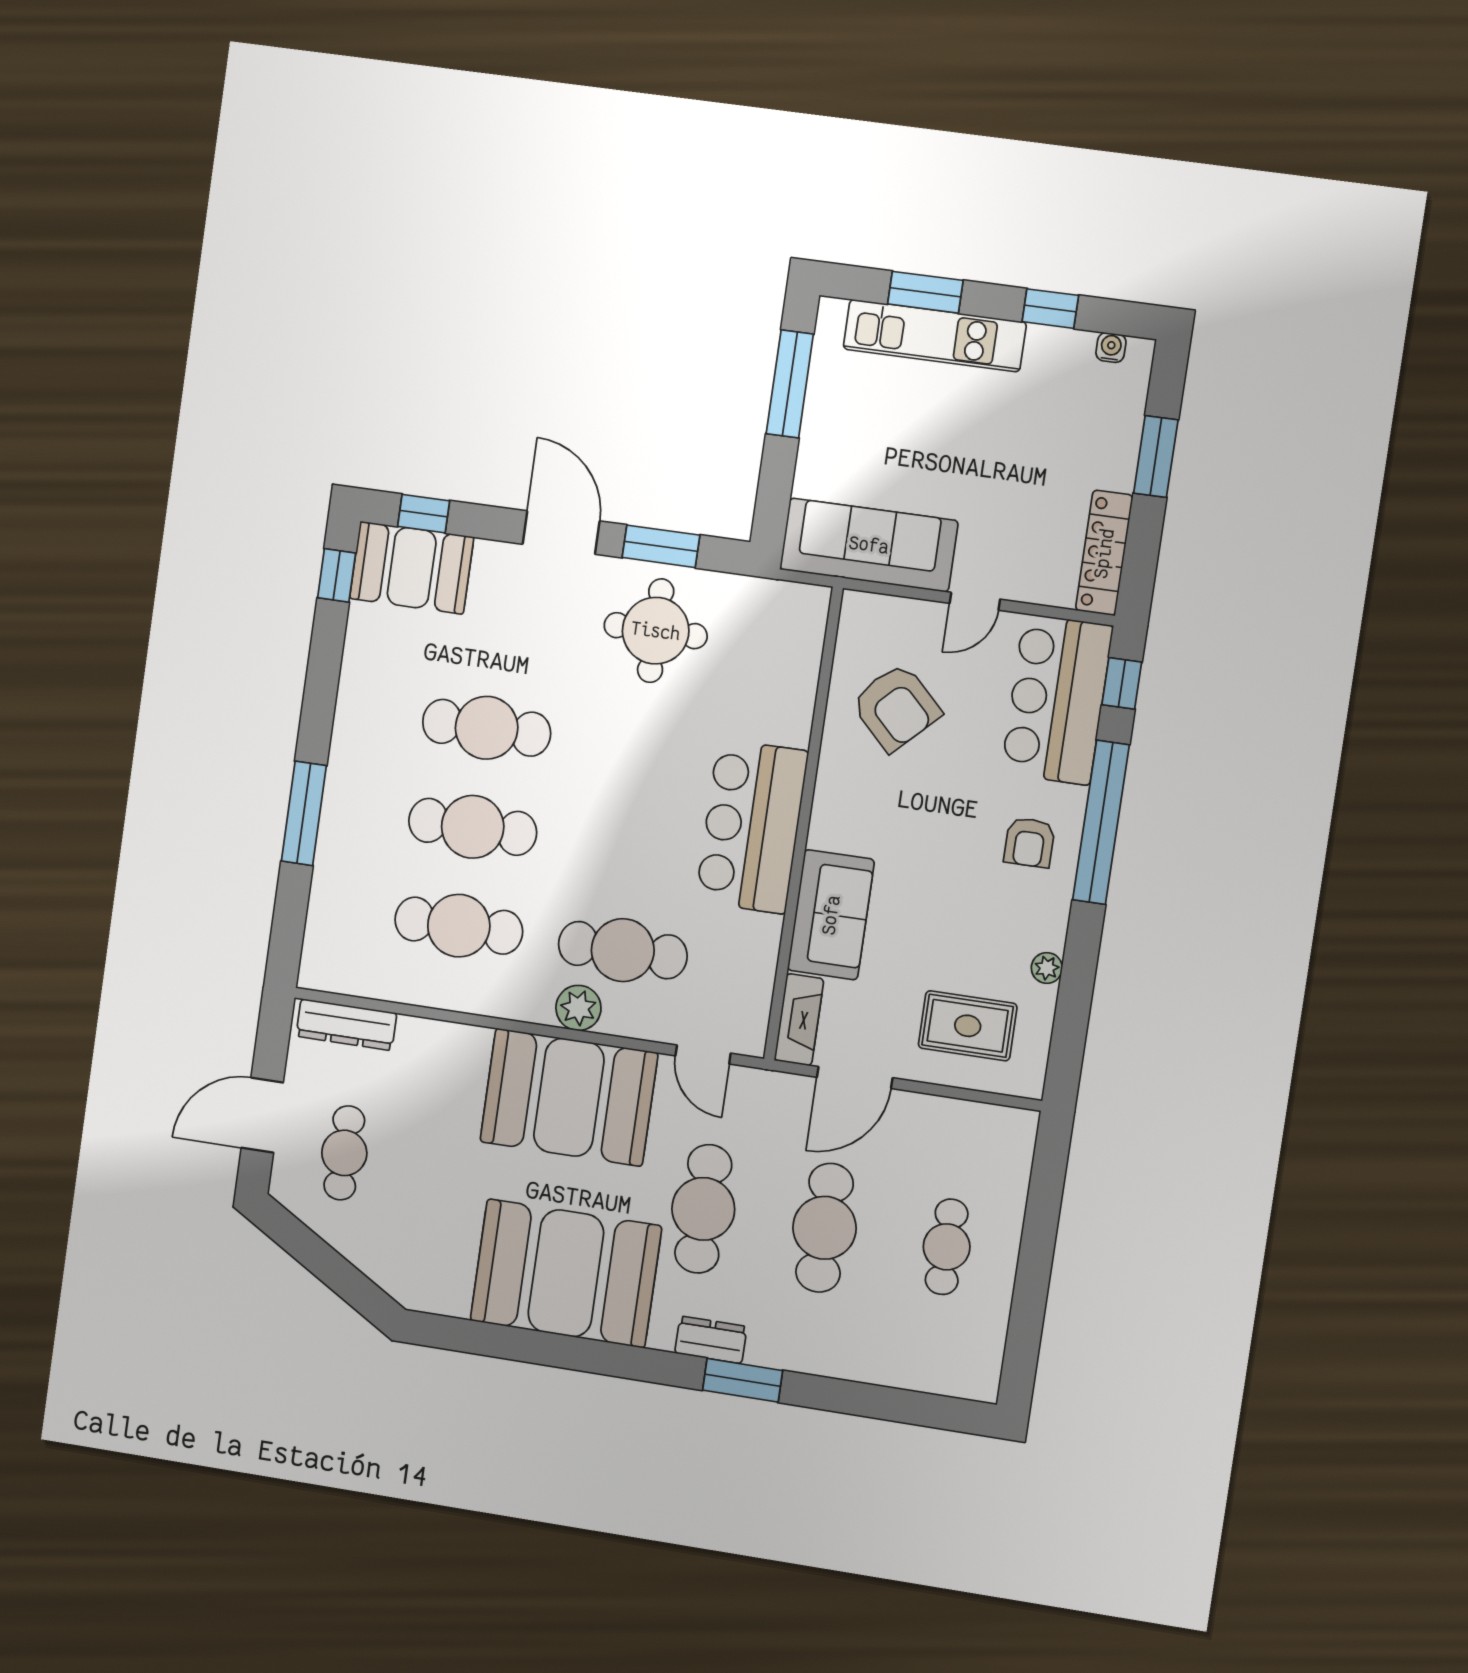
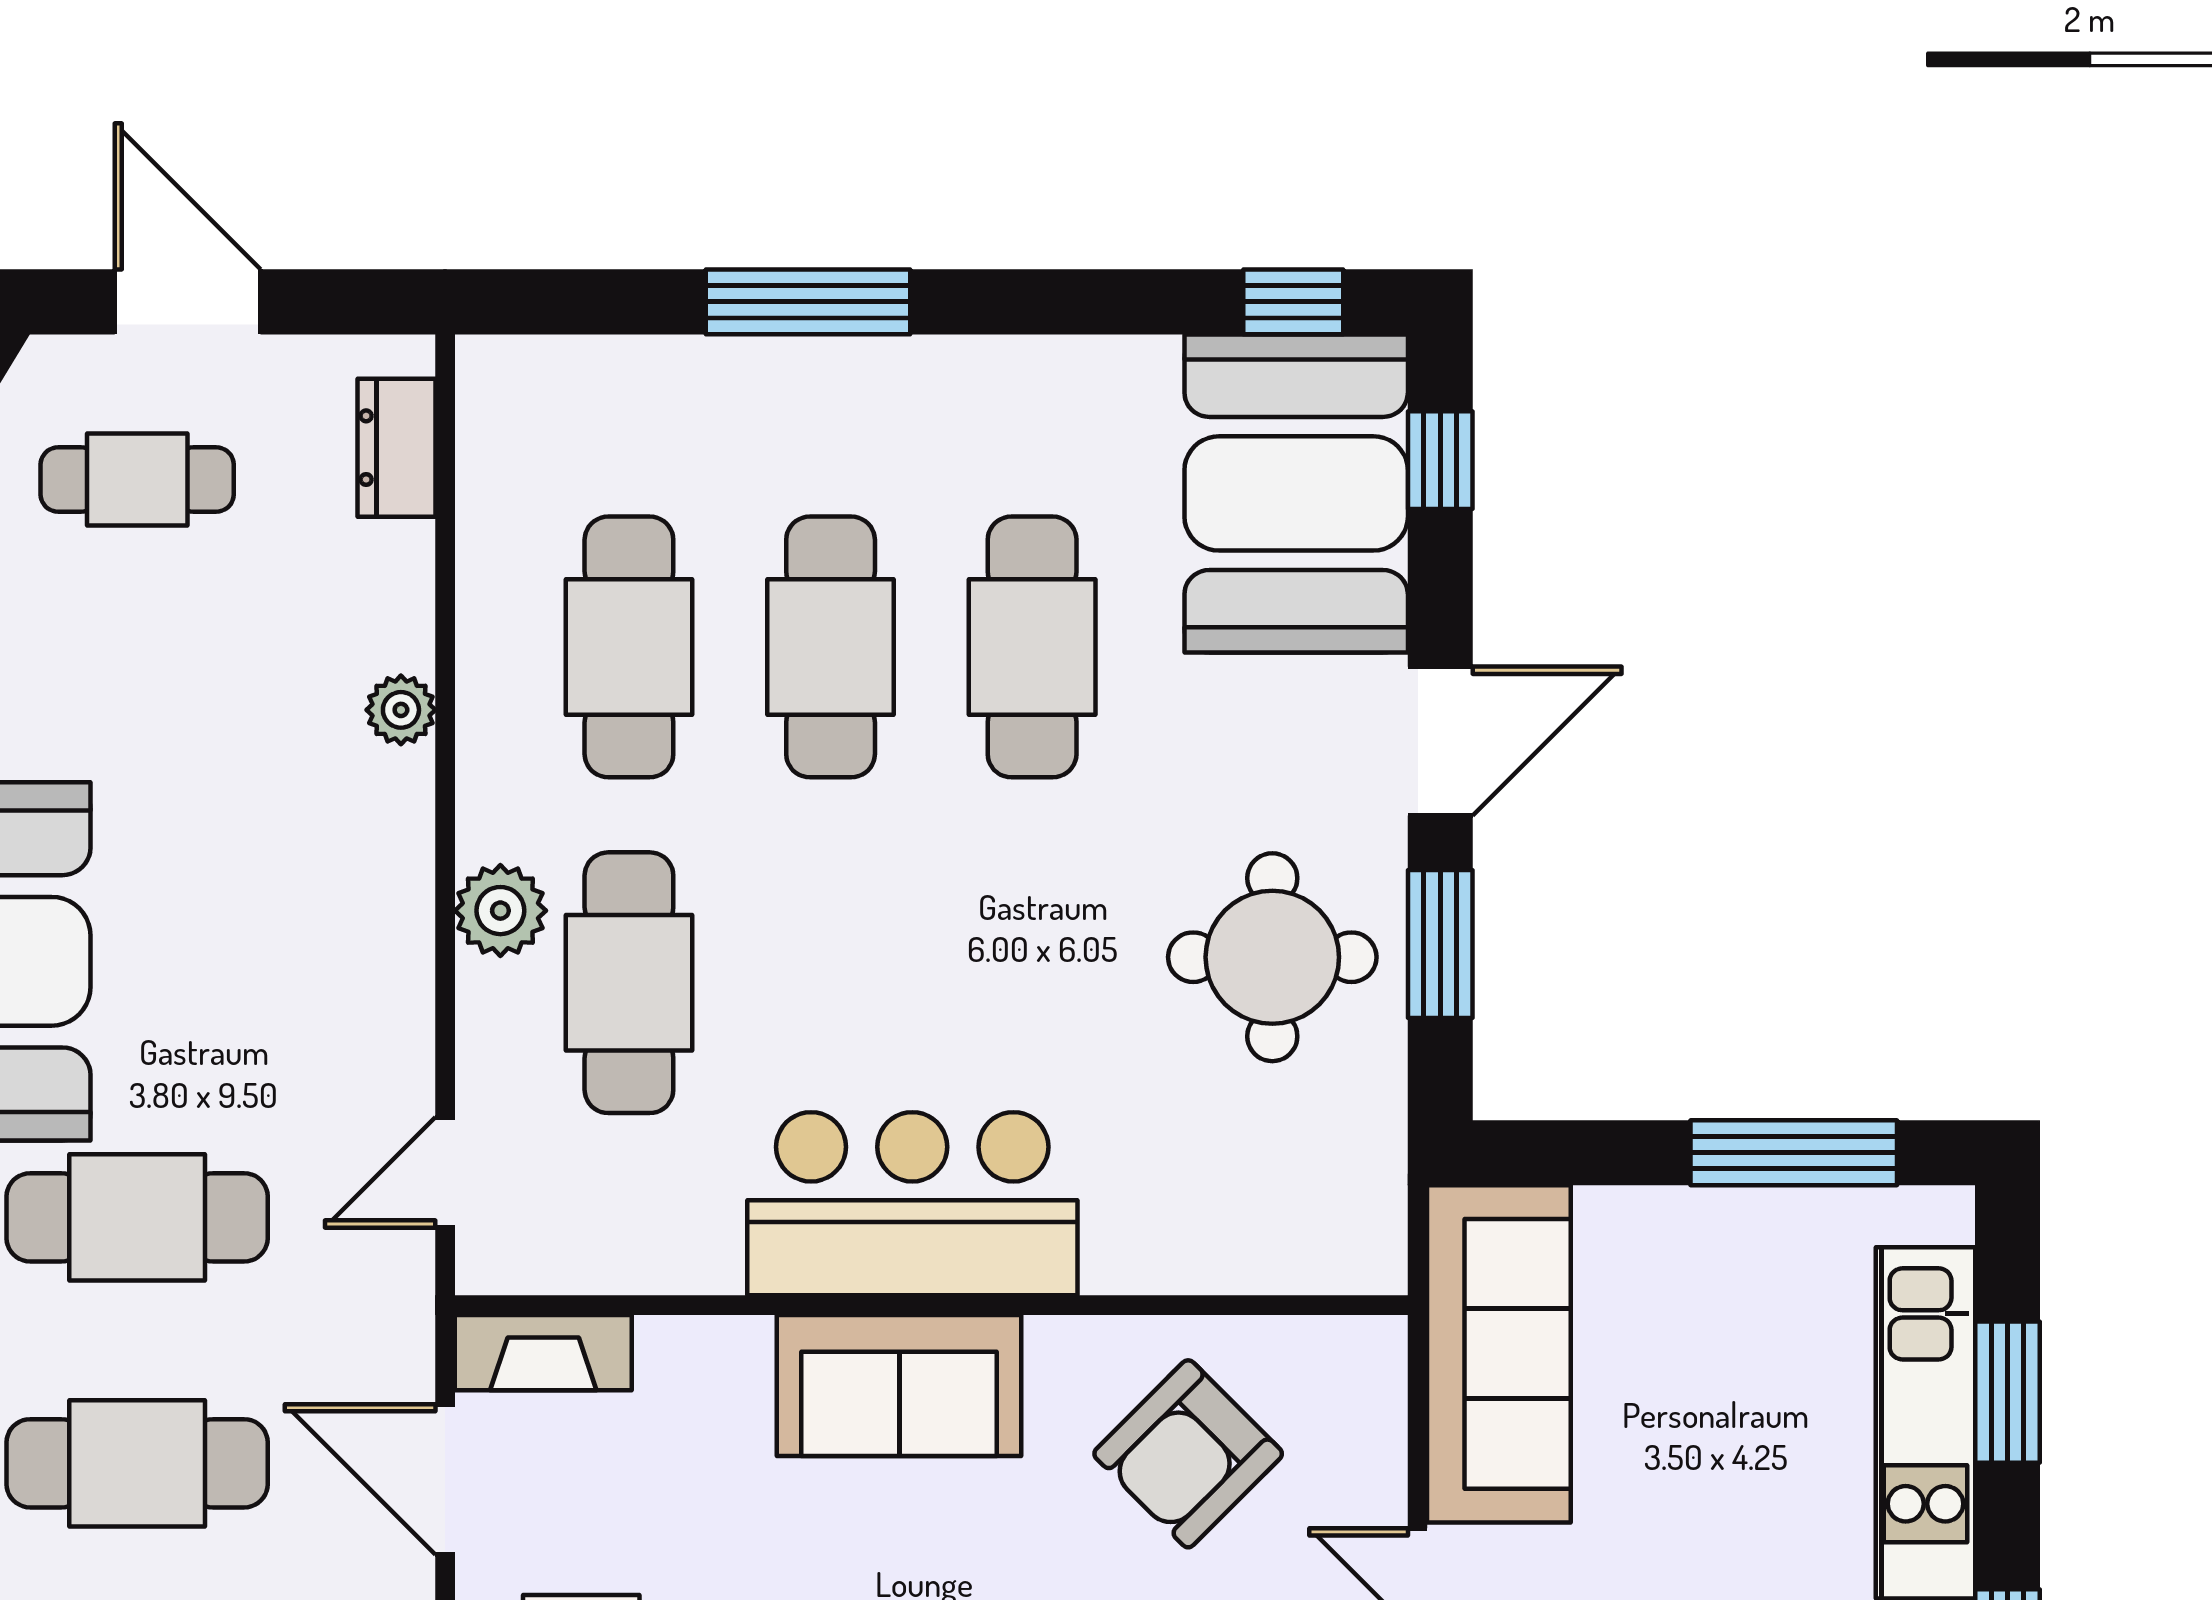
booth: (412, 568) -> (1296, 493), width x1.36, depth x1.42
sofa: (831, 915) -> (899, 1385), moved
dresser: (346, 1025) -> (396, 448), width x0.70
plant: (474, 1042) -> (401, 710), added
booth: (569, 1097) -> (319, 917), removed

